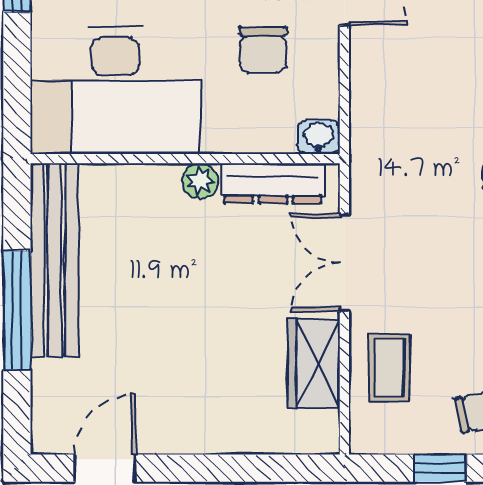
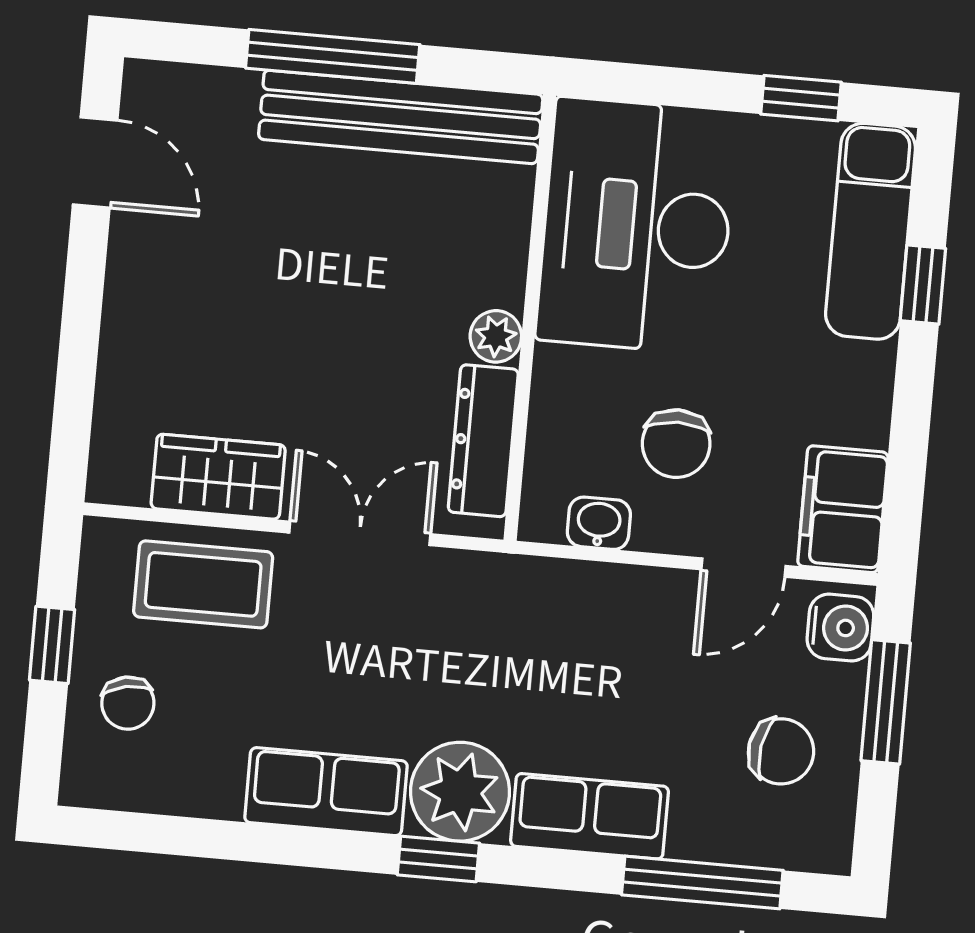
chair: (263, 50) -> (676, 444), turned -90
washbasin: (319, 137) -> (599, 523), moved, turned -90
coffee table: (389, 368) -> (203, 584), width x1.36, depth x1.30

